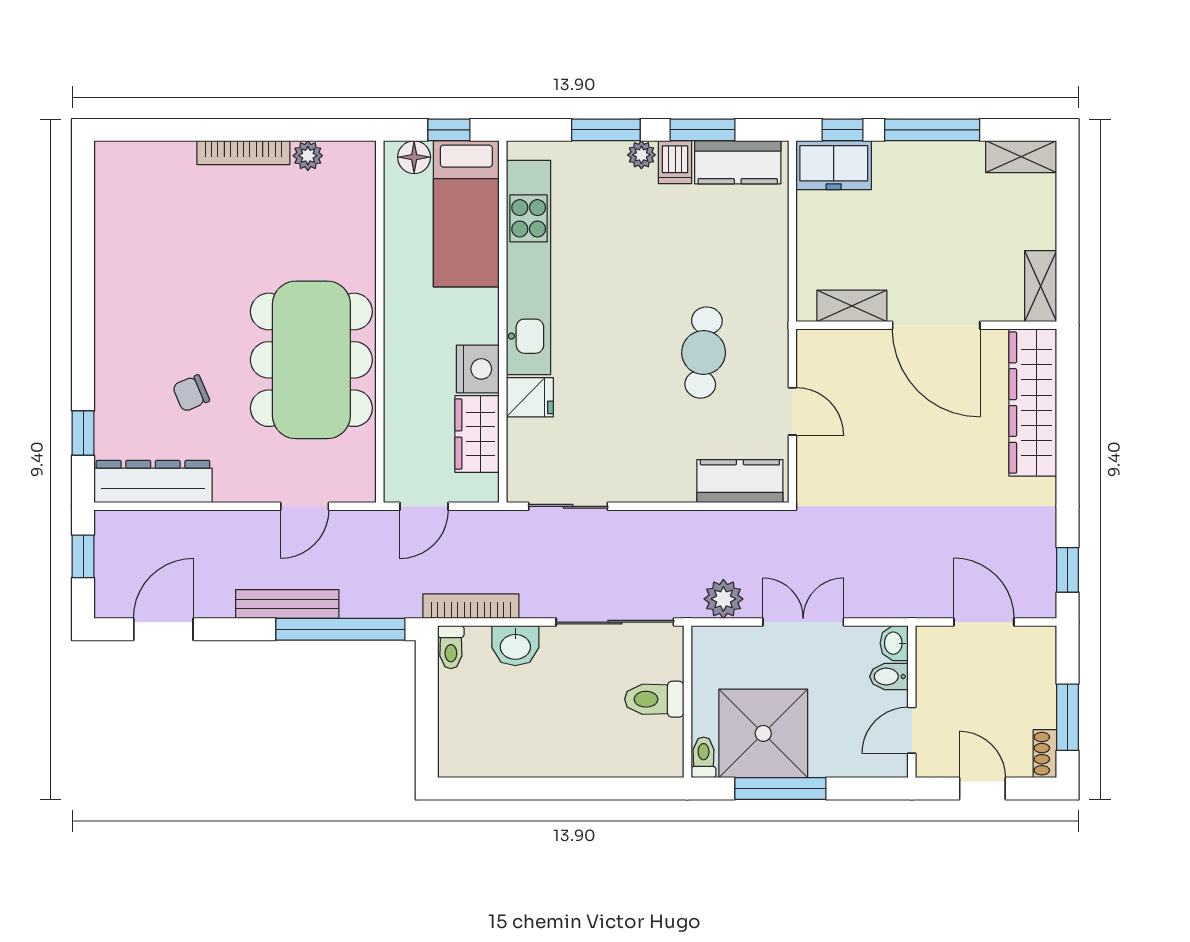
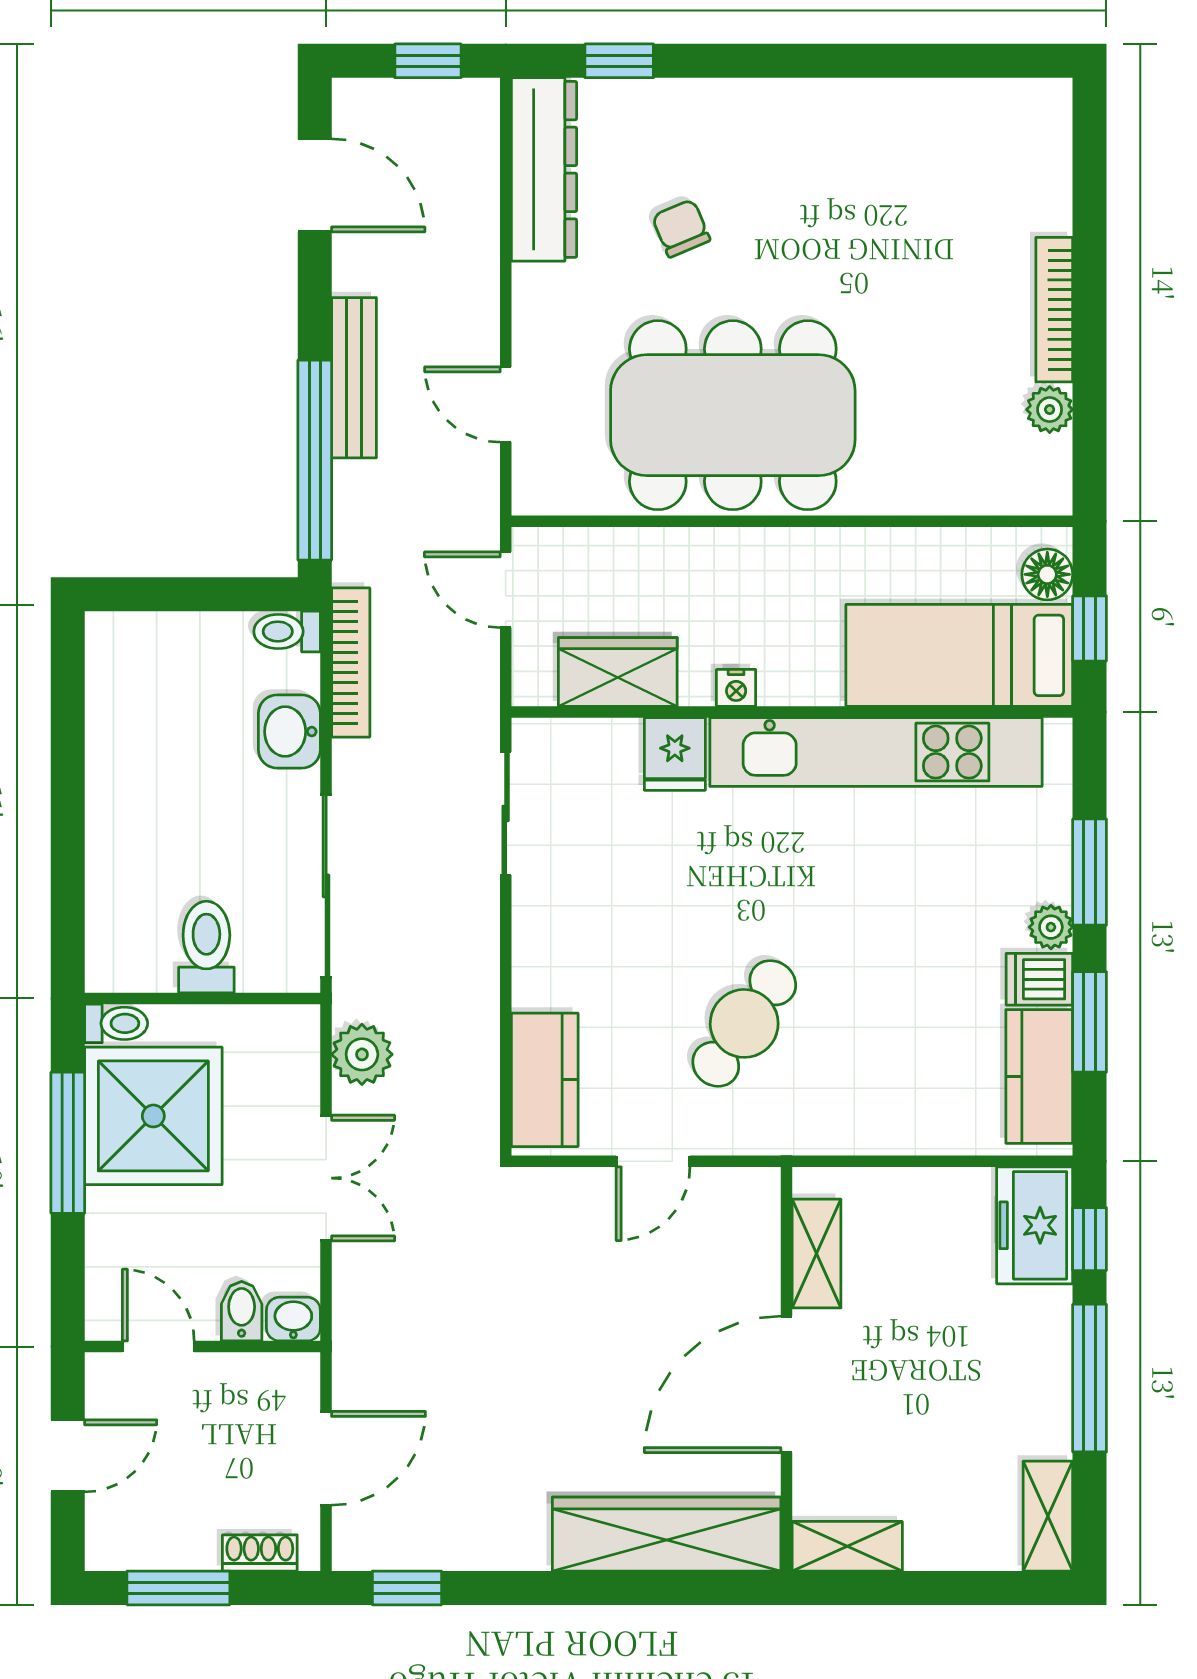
cafe table: (704, 353) -> (744, 1023), turned -61
nightstand: (478, 369) -> (736, 688), width x0.53, depth x0.56
shoe rack: (1045, 754) -> (260, 1553), moved

